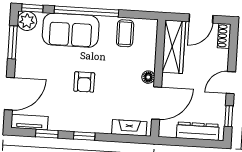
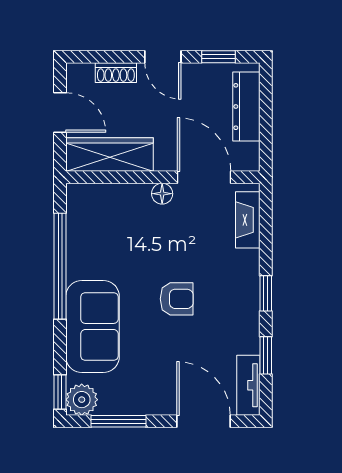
window: (86, 11) -> (60, 266), moved
coffee table: (125, 33) -> (92, 236), removed
shoe rack: (224, 36) -> (116, 73), moved

